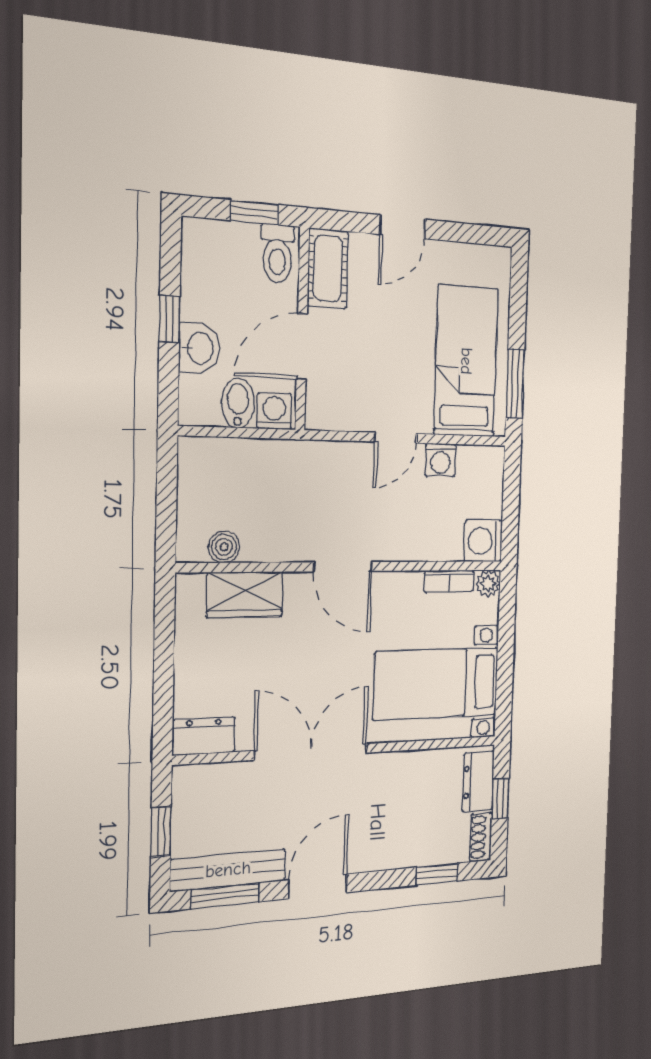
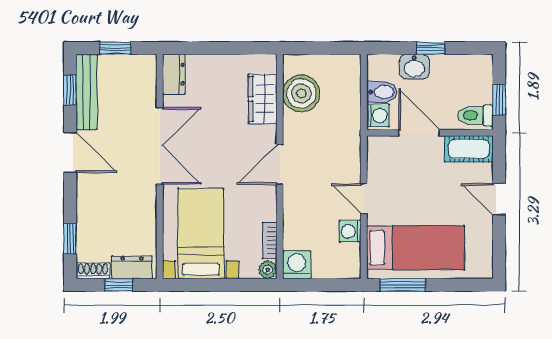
boiler: (224, 547) -> (301, 93), width x1.86, depth x1.86
window: (225, 896) -> (70, 90), width x0.67

